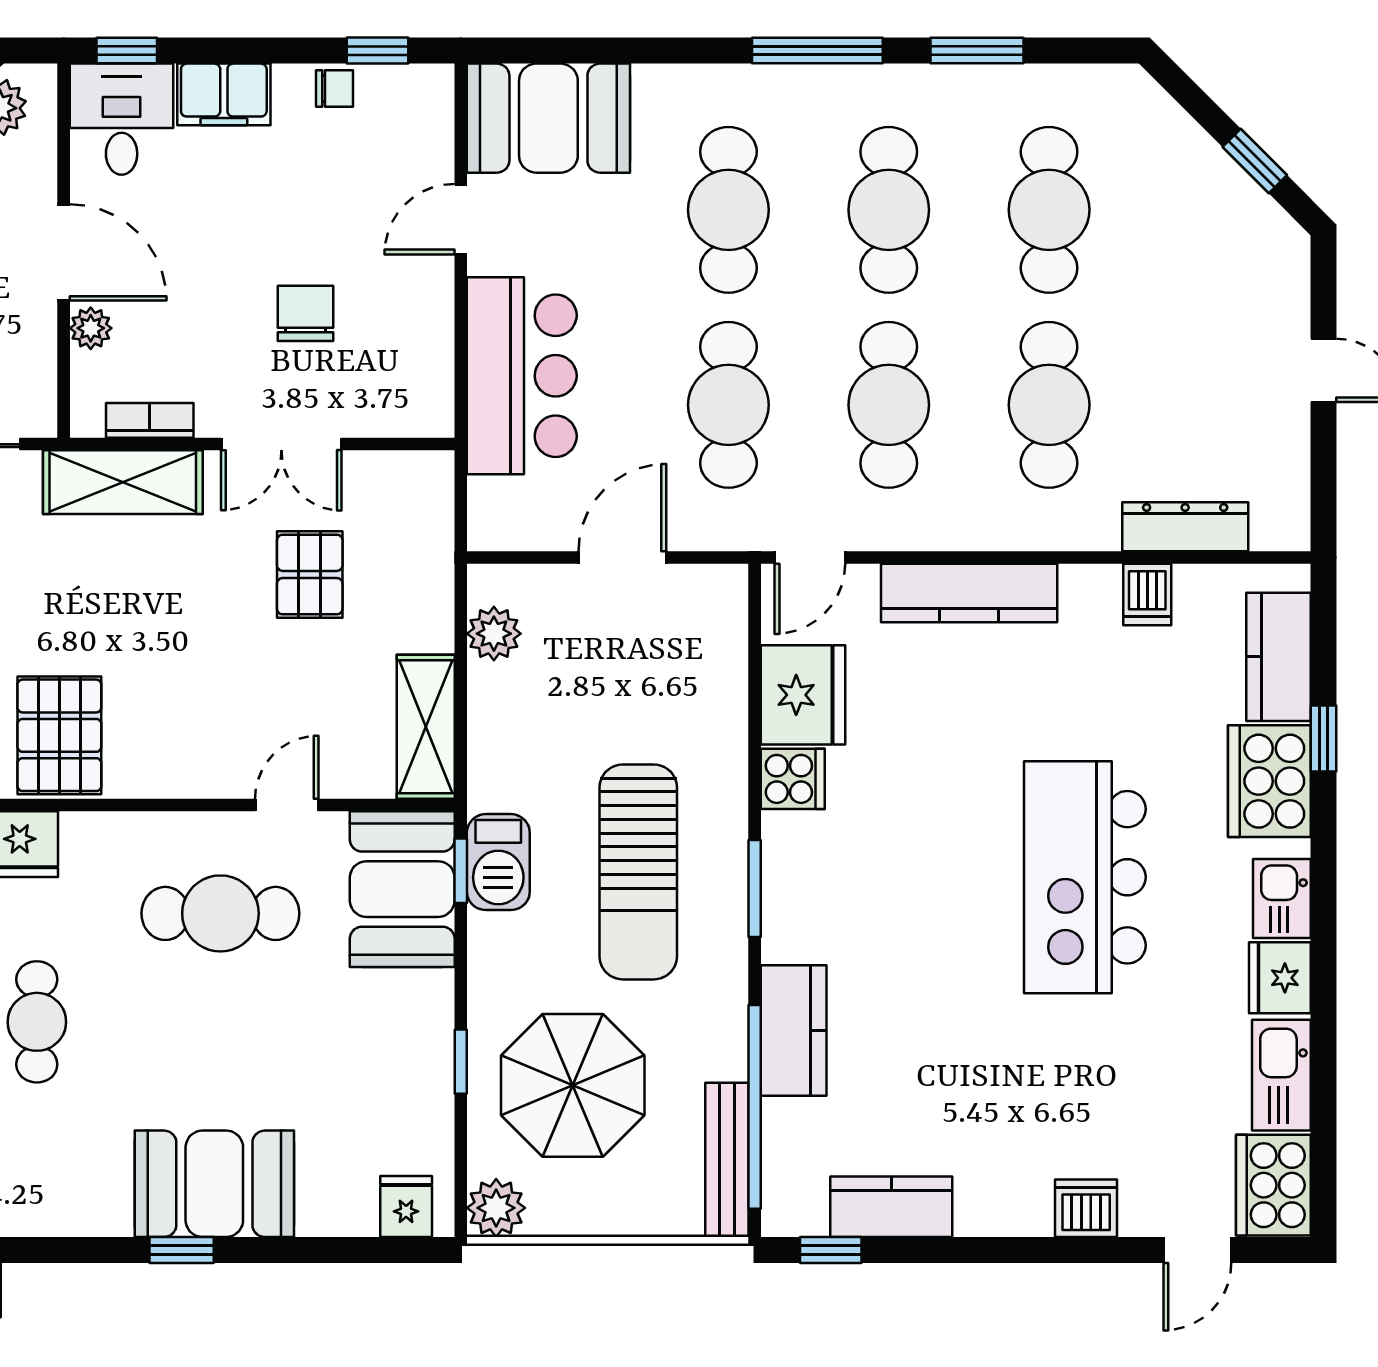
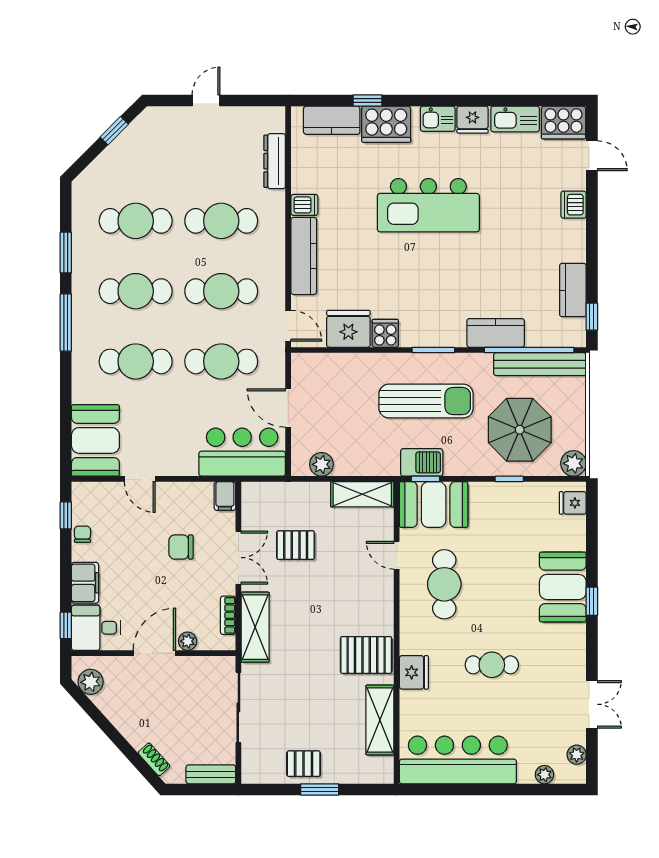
bar counter: (522, 376) -> (242, 452), moved
filing cabinet: (422, 413) -> (225, 496), added
dishwasher: (1147, 595) -> (304, 205), moved
bench: (727, 1160) -> (540, 364), width x1.37, depth x1.21

